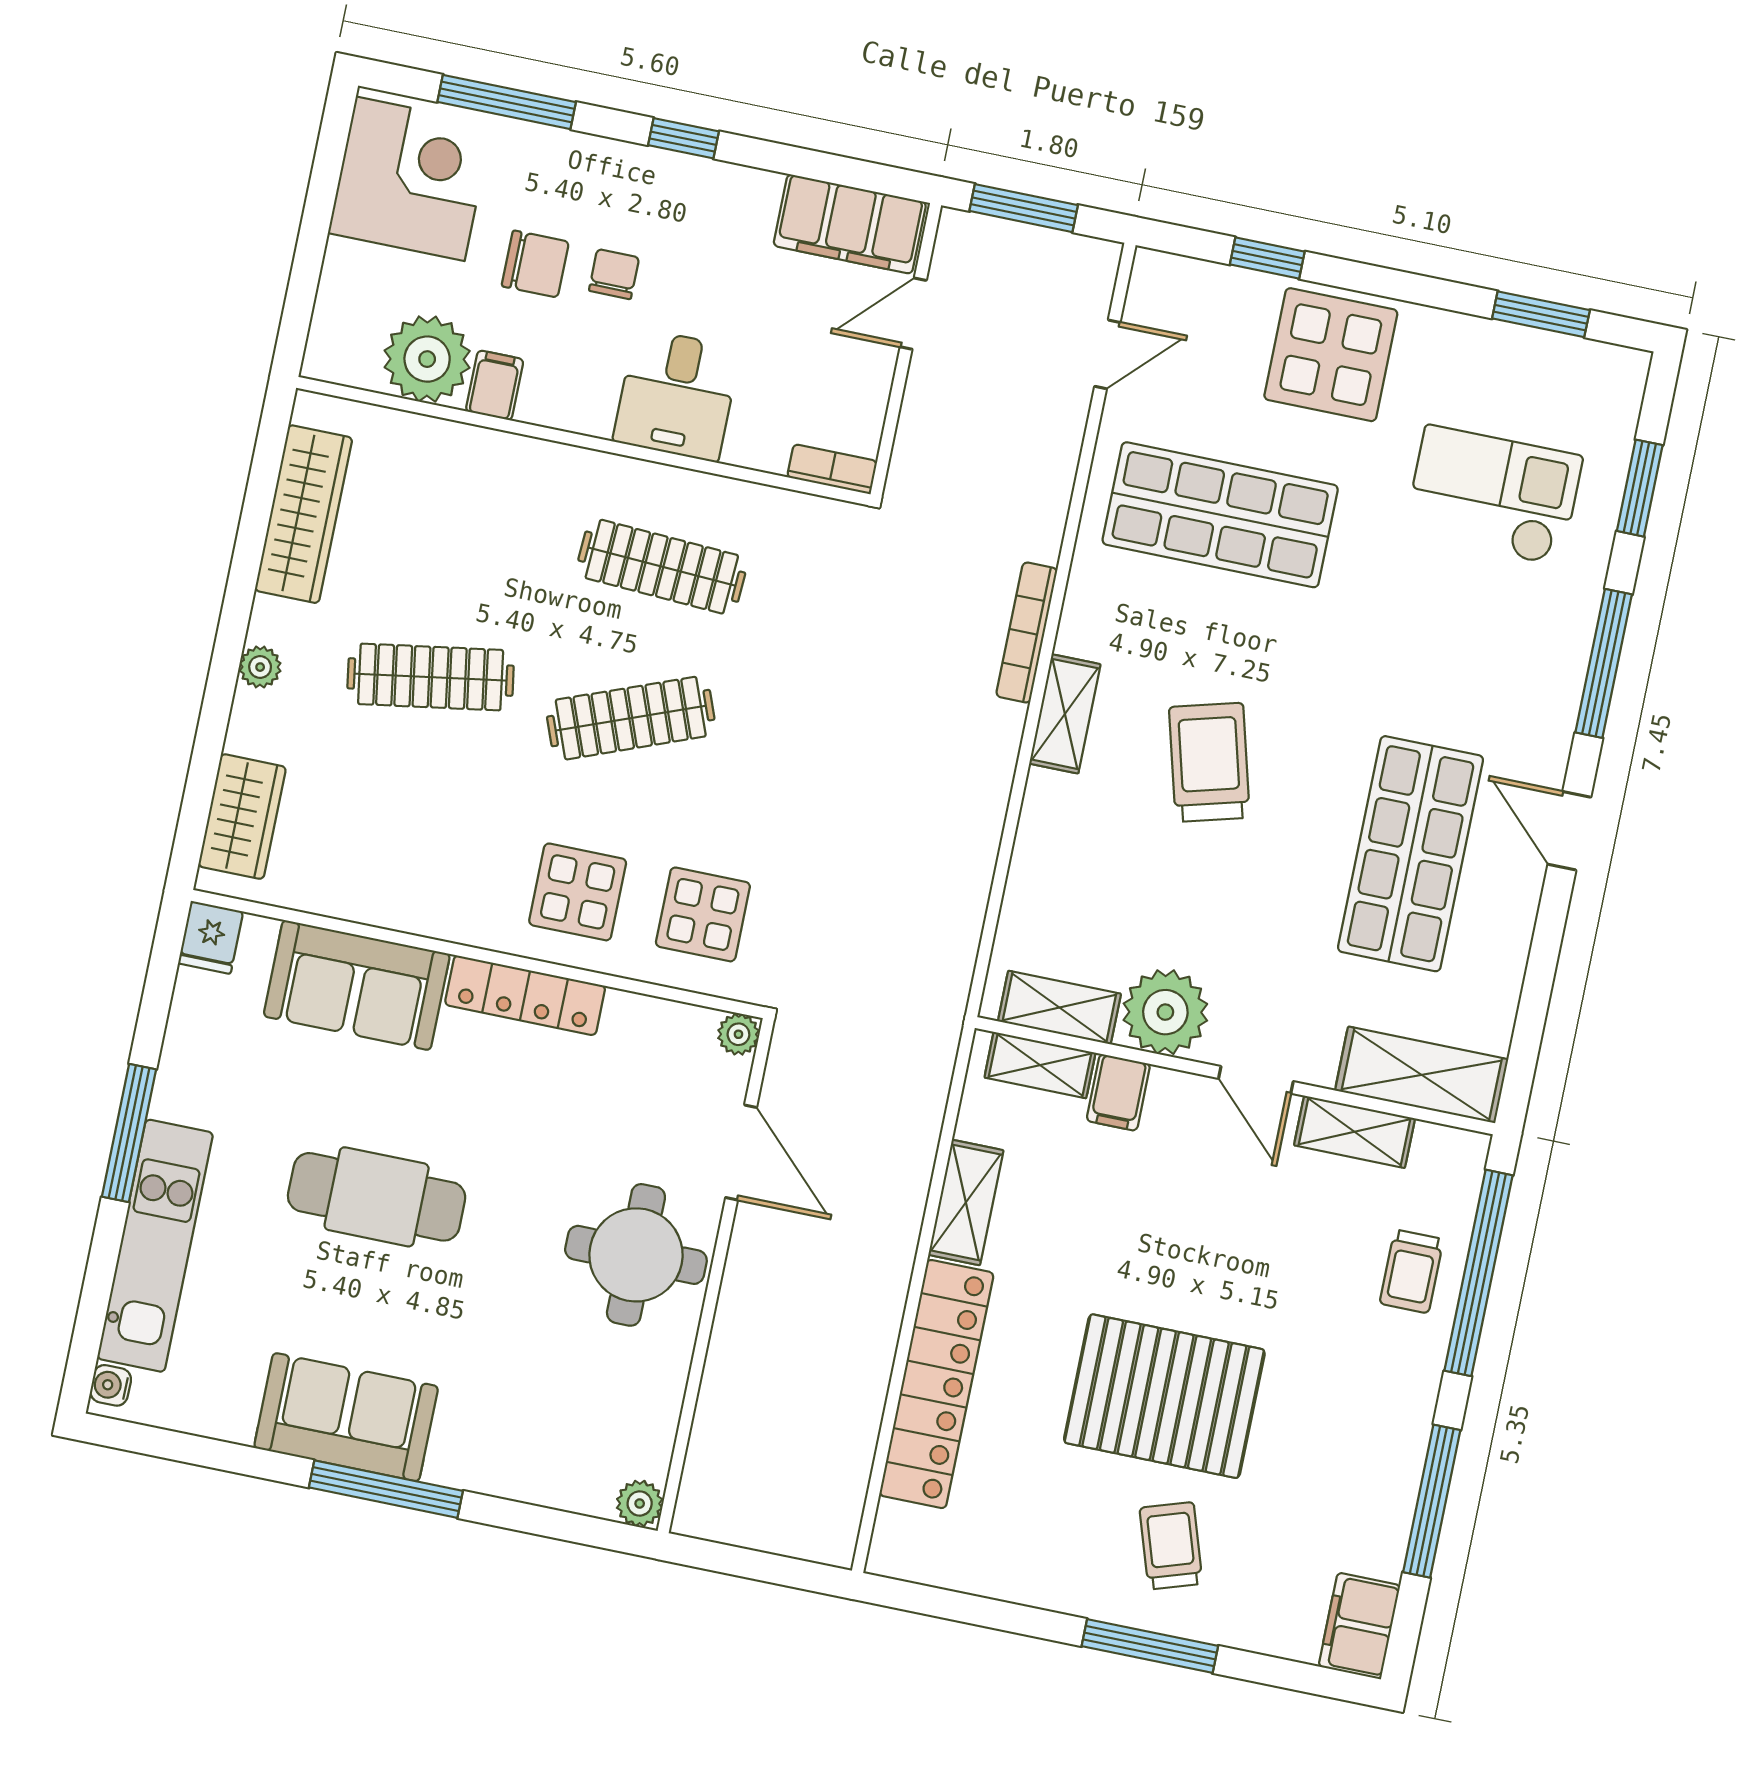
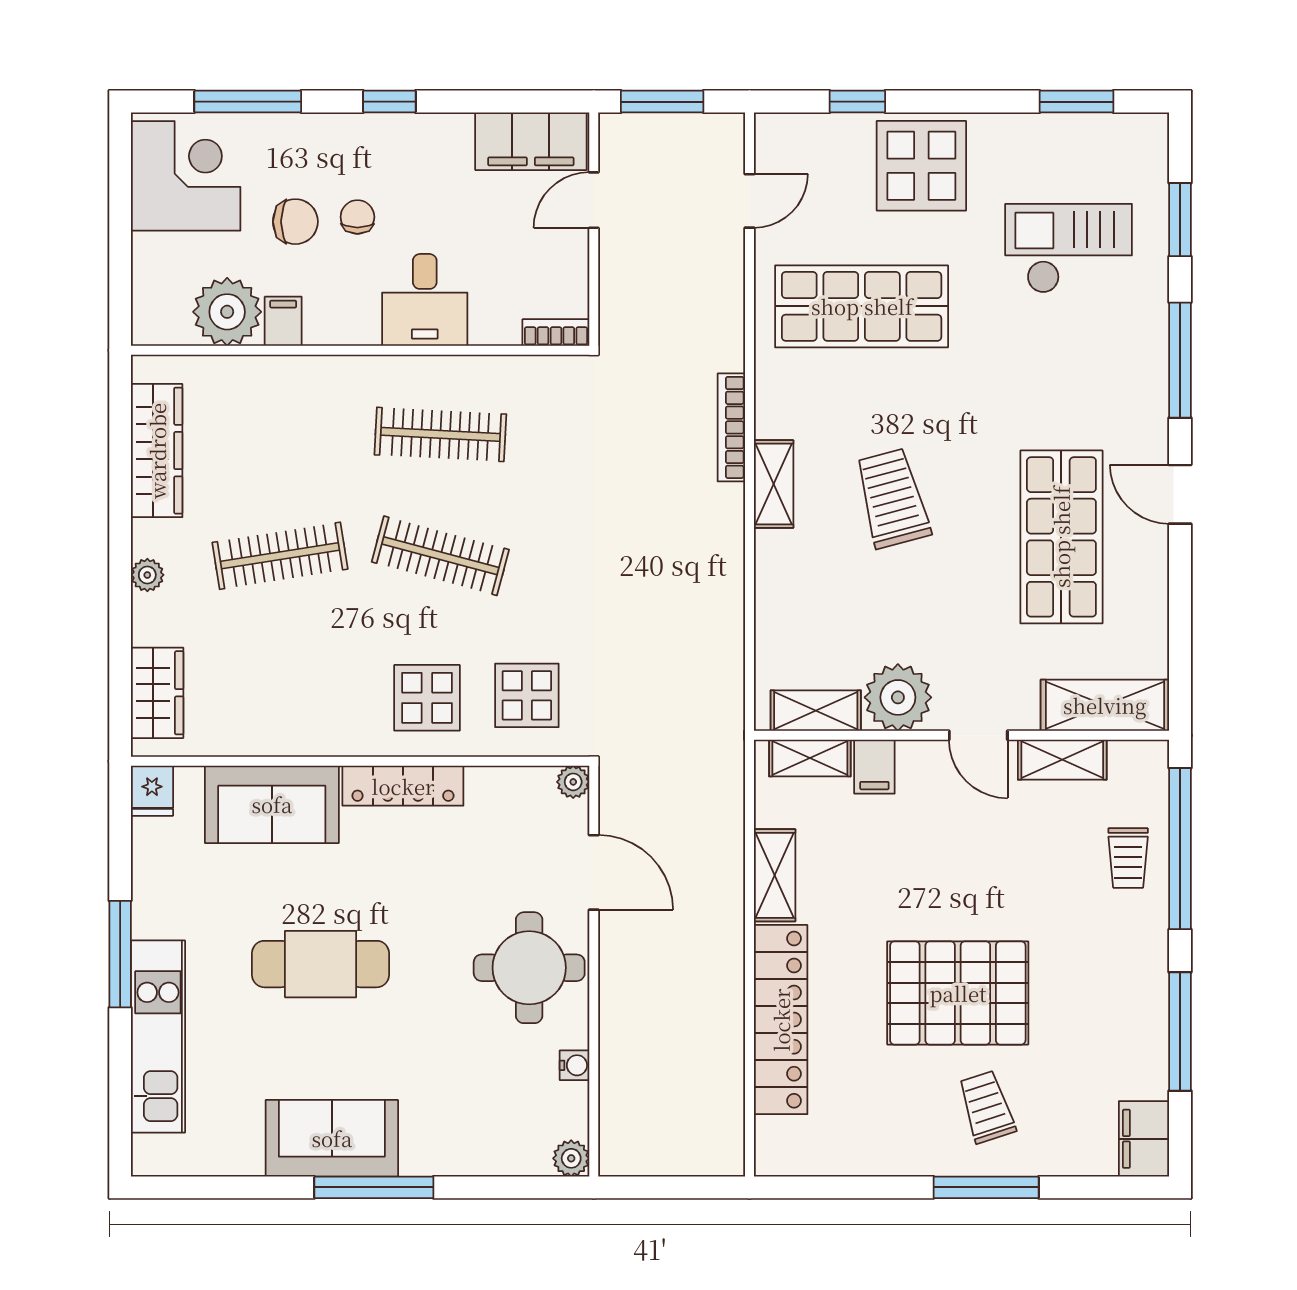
clothes rail: (631, 718) -> (440, 556), turned 36
water cooler: (111, 1385) -> (575, 1065), moved, turned 180

